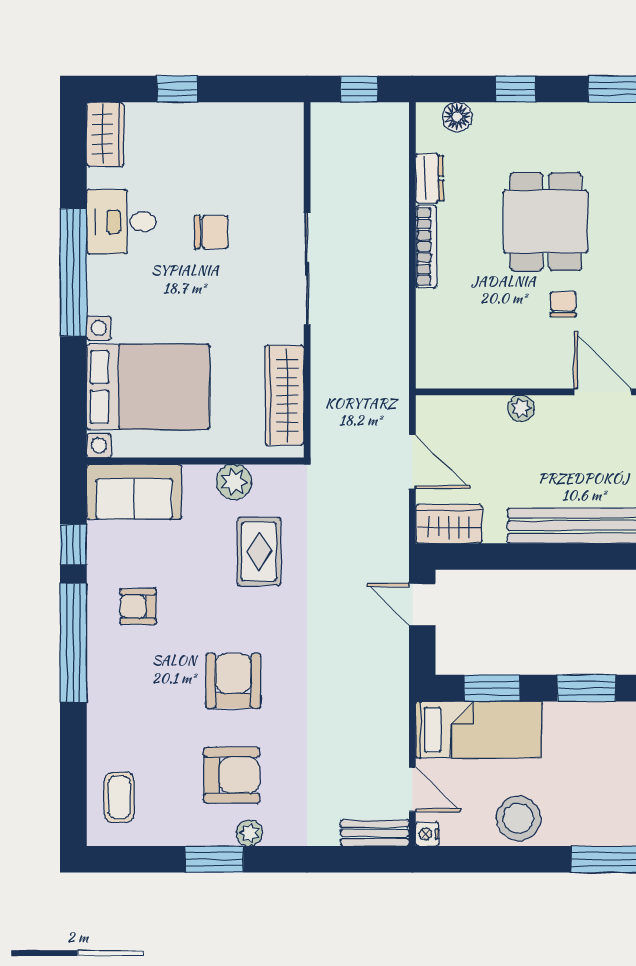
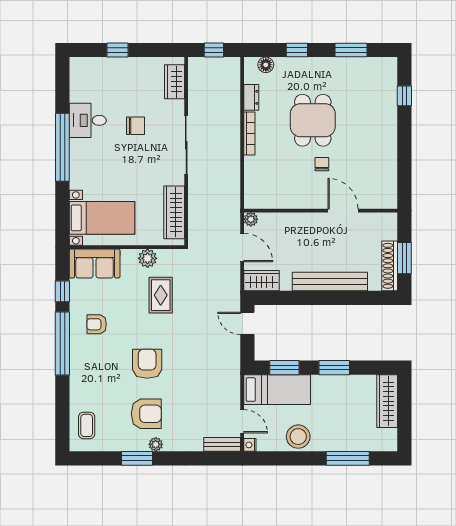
wardrobe: (105, 134) -> (175, 82), moved, turned 180
bed with nightstands: (148, 387) -> (102, 218), width x0.73
plant: (521, 408) -> (251, 219), moved

